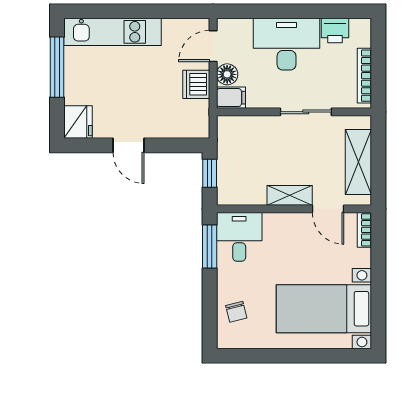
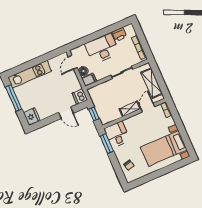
dishwasher: (196, 84) -> (80, 97), moved
door: (129, 145) -> (66, 113), moved
door: (328, 209) -> (148, 108), swing flipped

